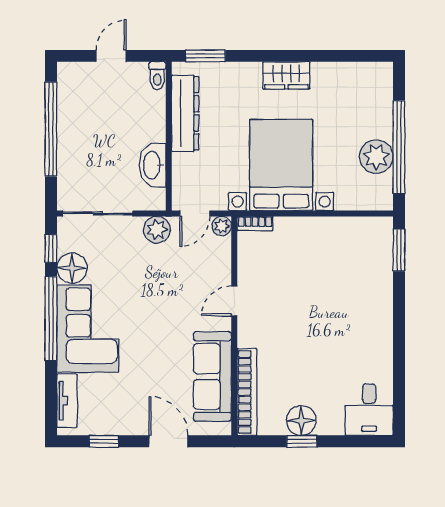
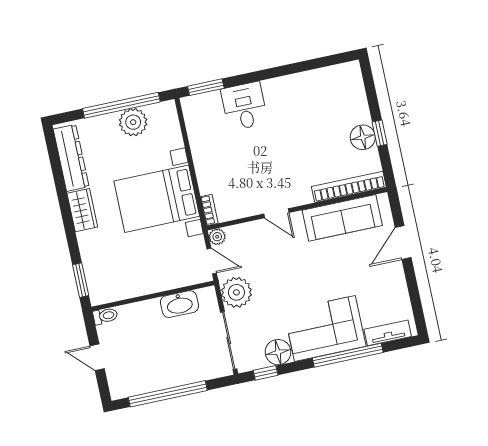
dresser: (185, 113) -> (71, 158), moved, turned 90
plant: (157, 230) -> (236, 292), width x1.36, depth x1.36
window: (51, 319) -> (348, 355), moved
desk: (369, 410) -> (244, 106), moved, turned -90
window: (104, 441) -> (414, 296), removed

